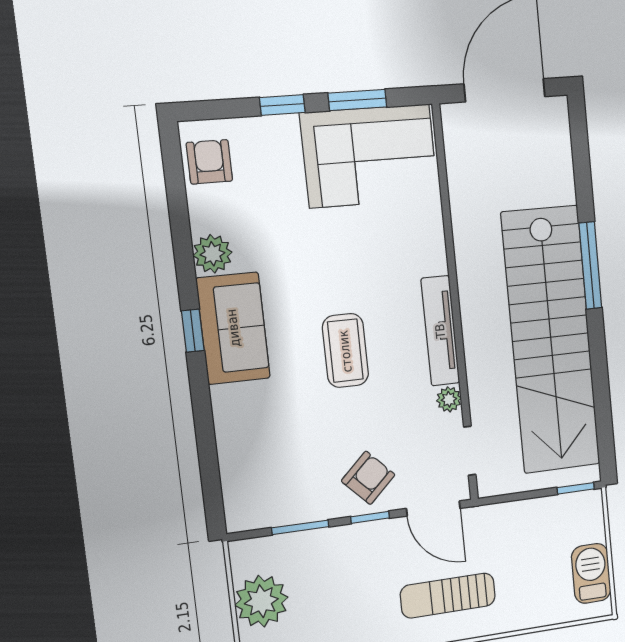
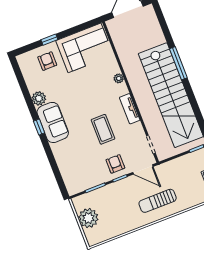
window: (357, 100) -> (75, 30), removed
armchair: (209, 162) -> (47, 61), moved
tv unit: (440, 331) -> (130, 109), width x0.71
coffee table: (345, 351) -> (103, 129), moved
plant: (449, 399) -> (119, 78), moved
armchair: (368, 478) -> (115, 164), turned -46

